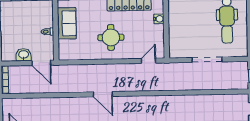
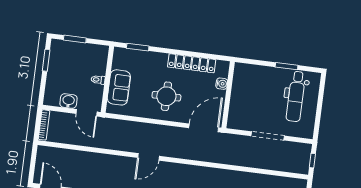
sofa: (67, 23) -> (119, 87), moved
door: (149, 61) -> (204, 128), width x1.88
door: (103, 94) -> (149, 157), hinge flipped

